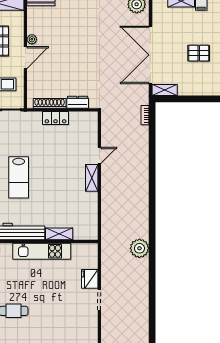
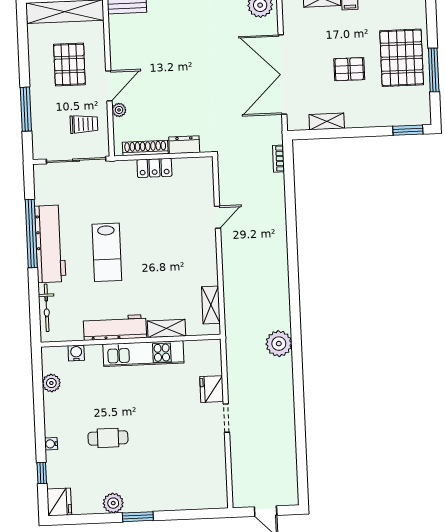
plant: (32, 39) -> (119, 110), moved
shelving: (165, 90) -> (327, 121), moved
shelving: (92, 178) -> (211, 305), moved

